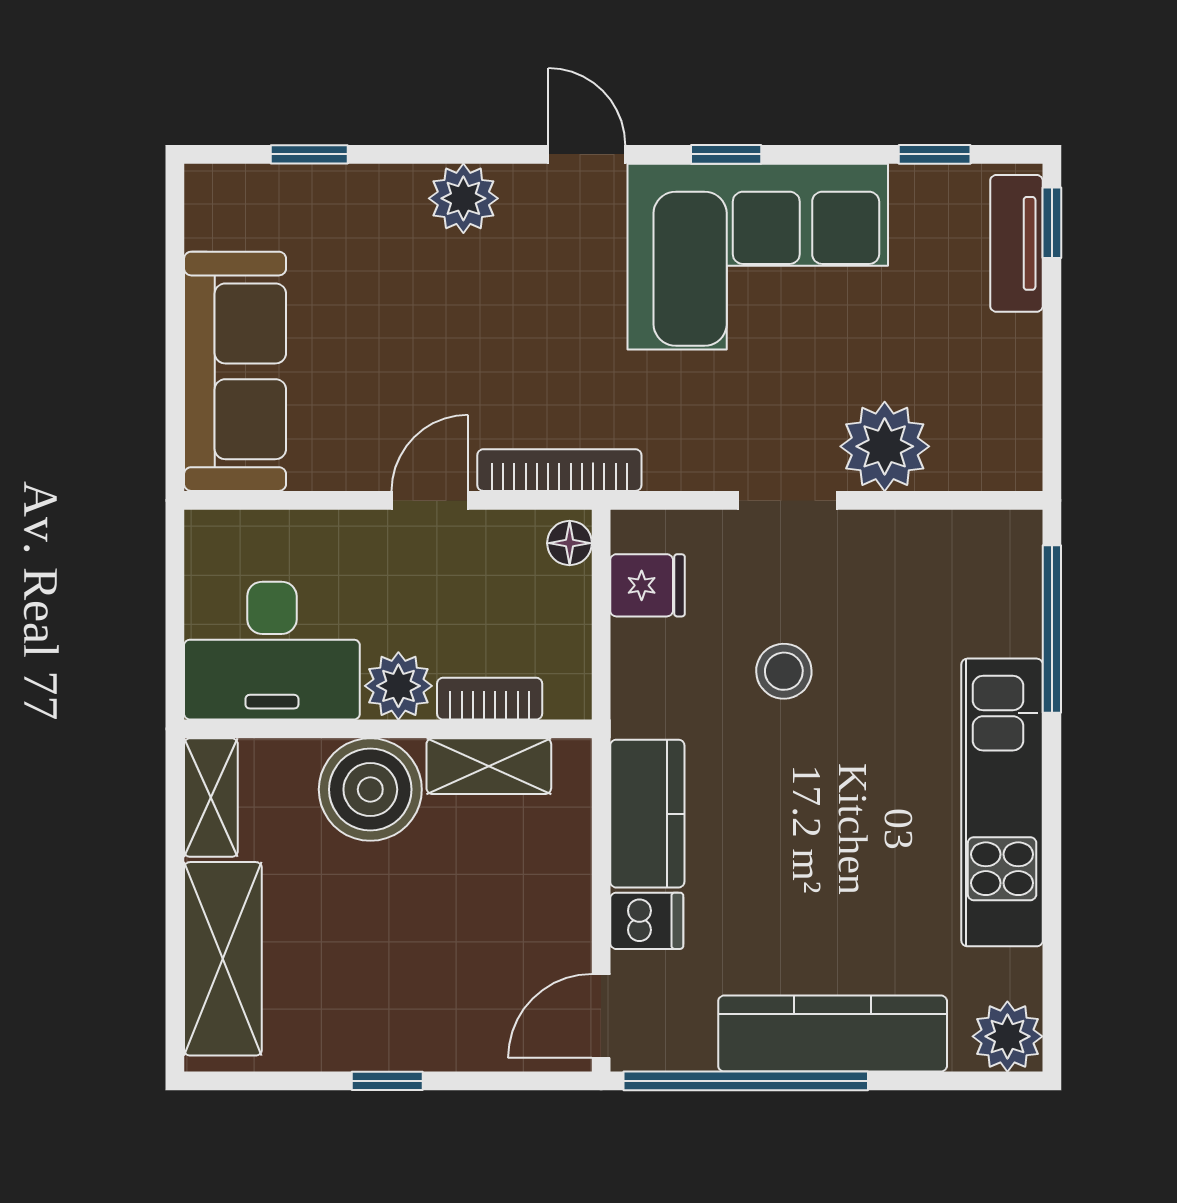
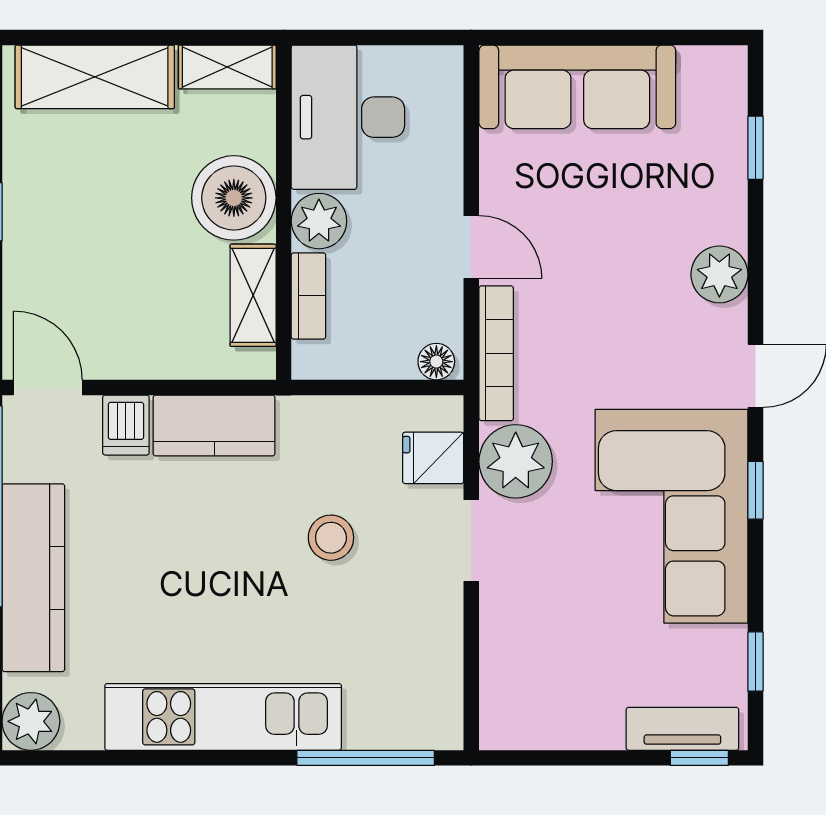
plant: (885, 446) -> (516, 461), moved
fridge: (648, 585) -> (433, 458), moved, turned 90

